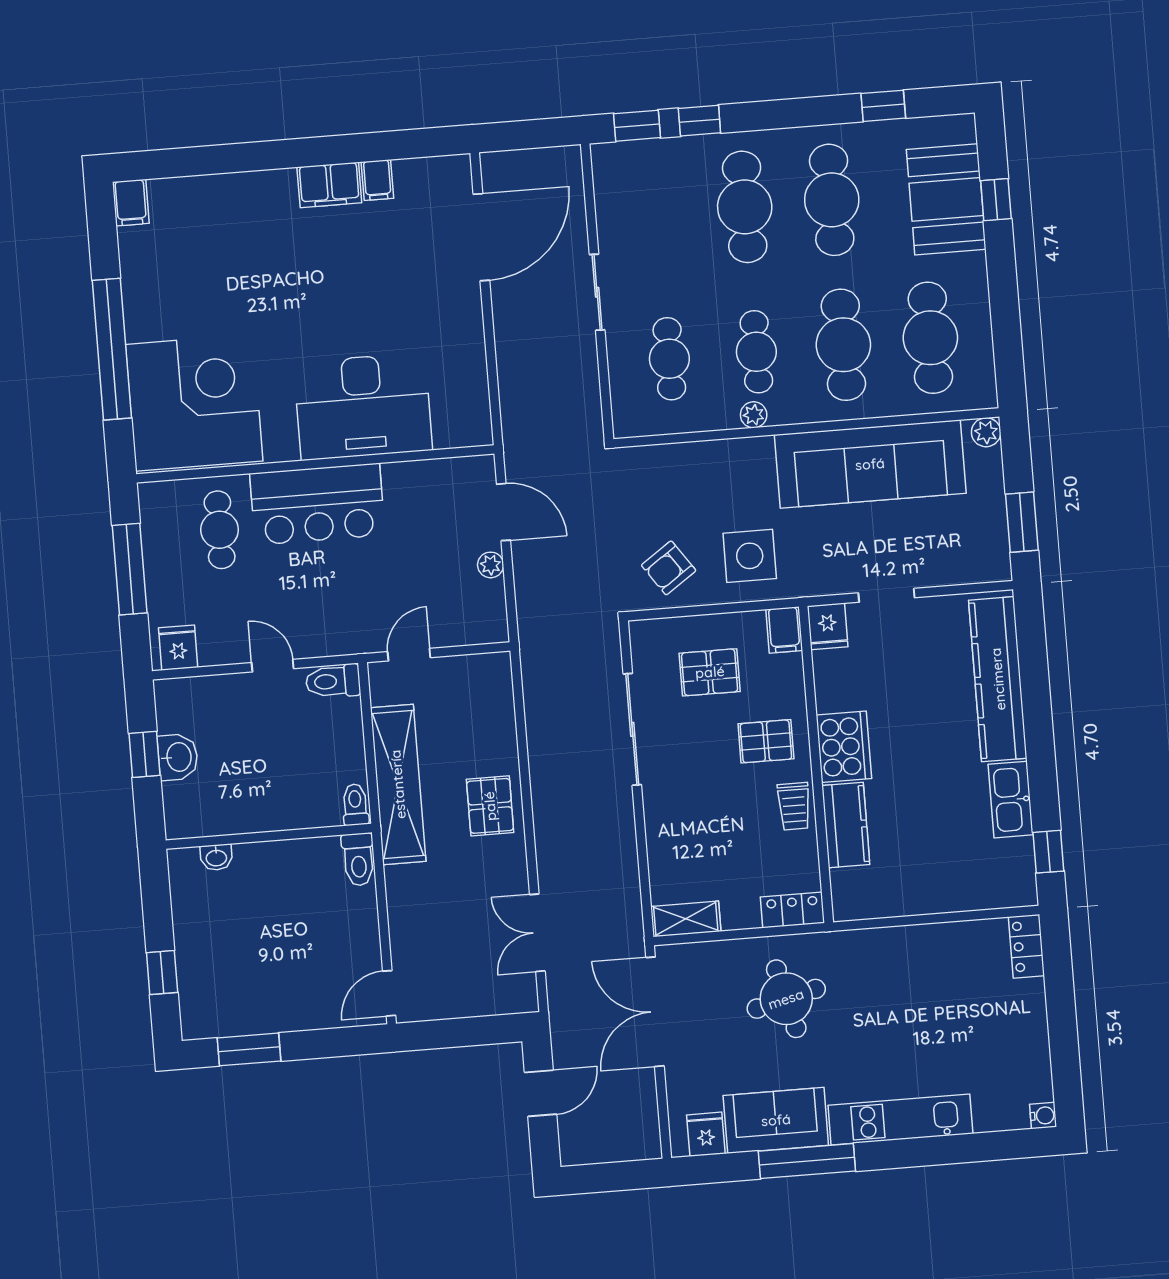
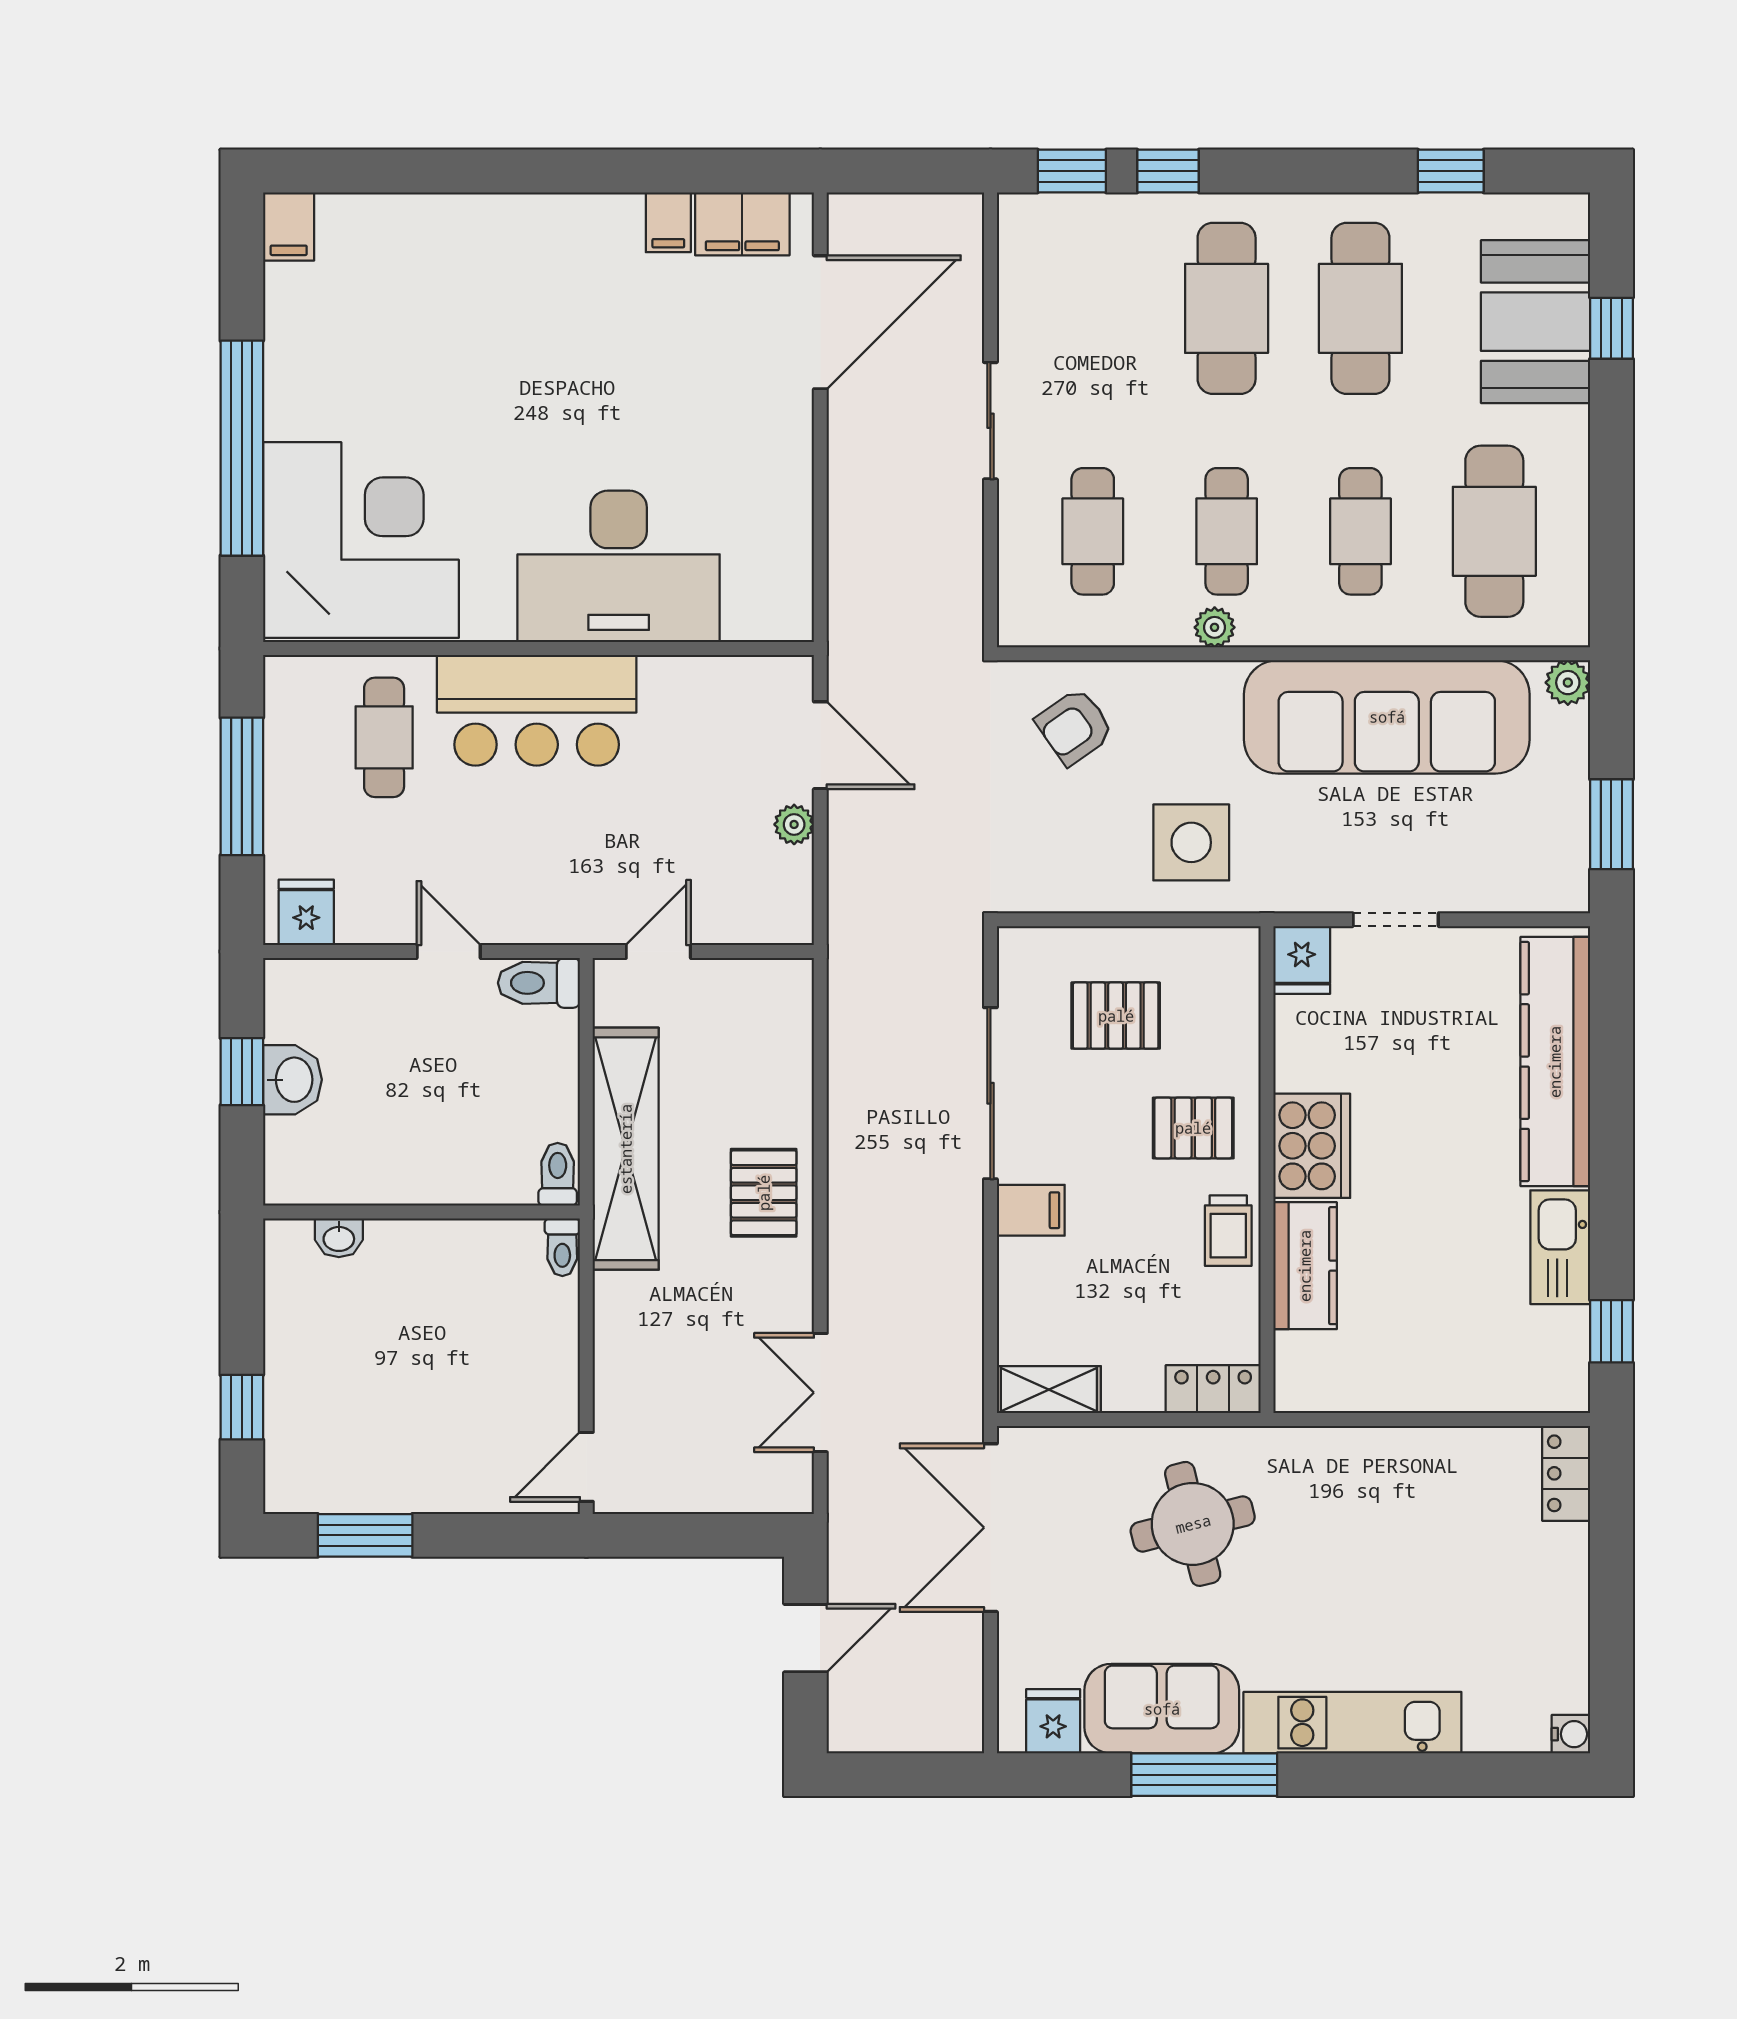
filing cabinet: (329, 185) -> (742, 224), moved
cafe table: (843, 345) -> (1360, 531), width x0.73, depth x0.74
armchair: (669, 568) -> (1075, 727), moved
filing cabinet: (784, 630) -> (1031, 1210), moved, turned -90
toilet: (358, 859) -> (562, 1247), width x0.73, depth x0.72

